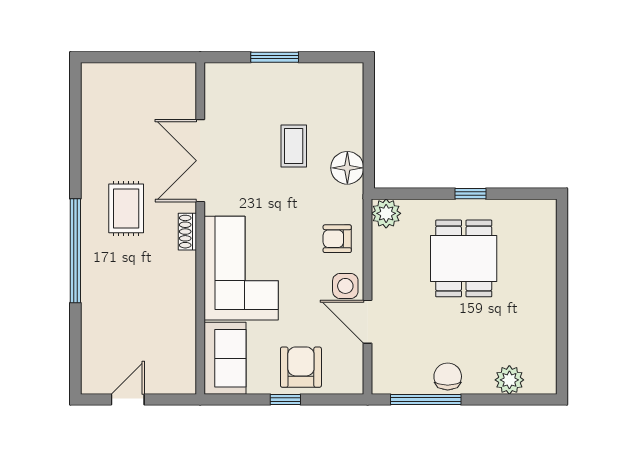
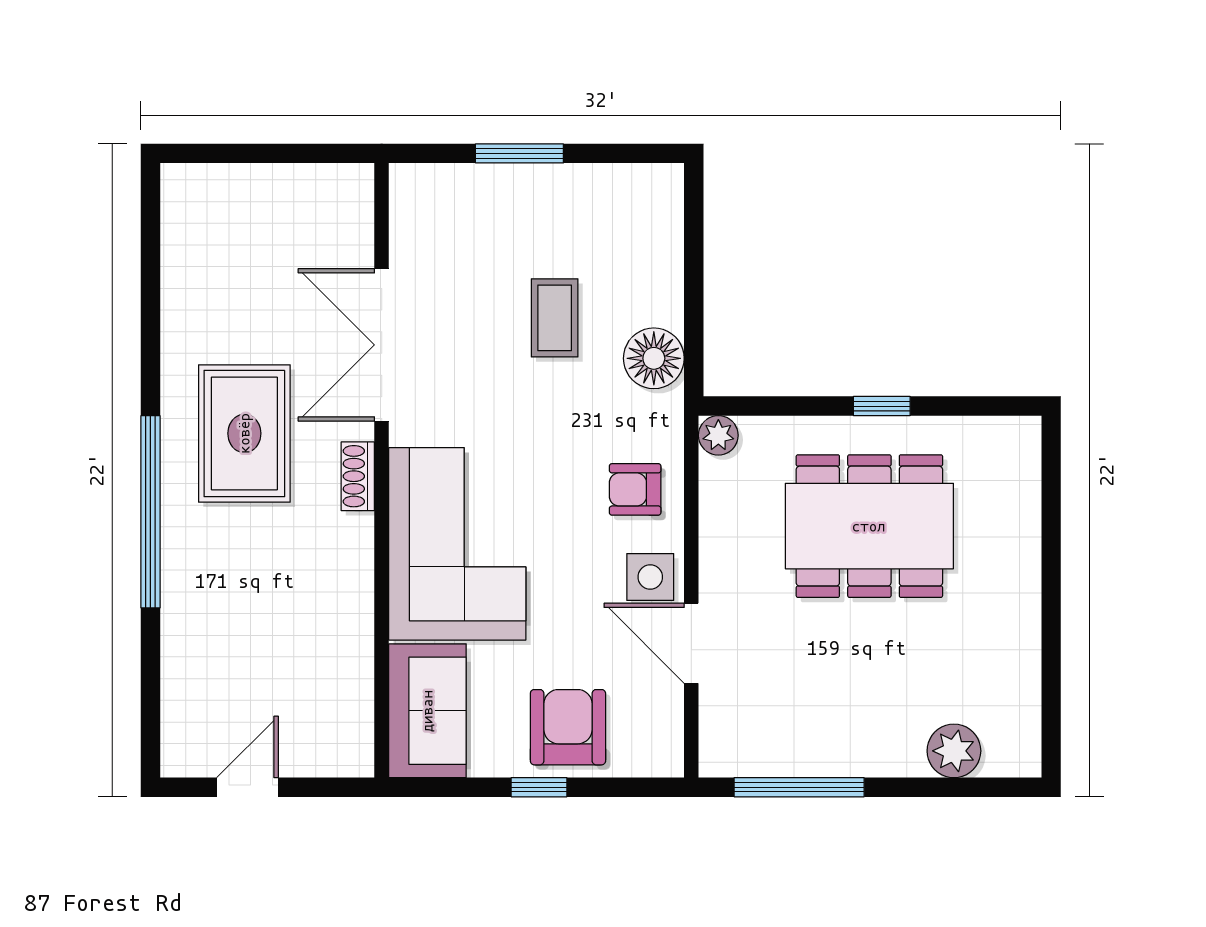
rug: (126, 208) -> (244, 433), width x1.36, depth x1.43
plant: (386, 213) -> (718, 435), width x0.73, depth x0.73
dining table: (464, 258) -> (869, 526), width x1.38
chair: (448, 376) -> (840, 745), removed

